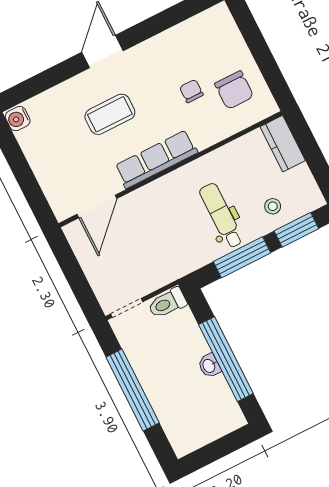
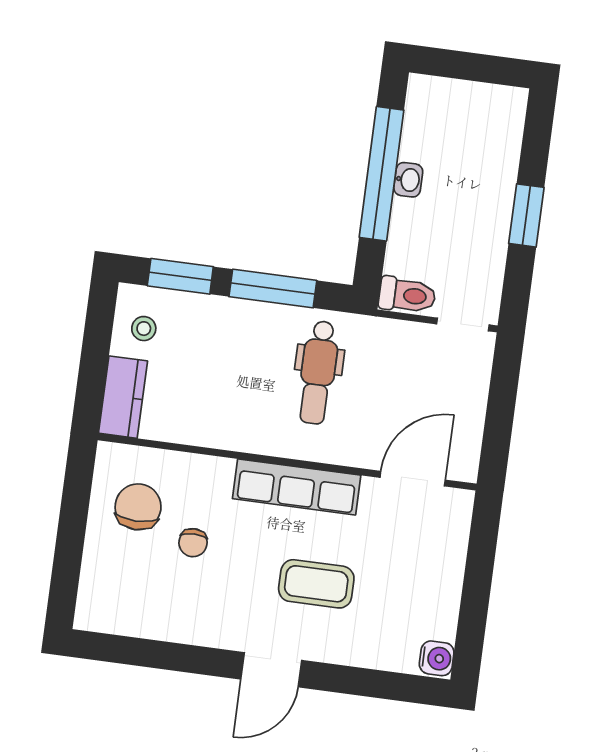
stool: (273, 206) -> (144, 329), moved
dental chair: (221, 216) -> (318, 372), moved
window: (133, 390) -> (526, 215), width x0.47

